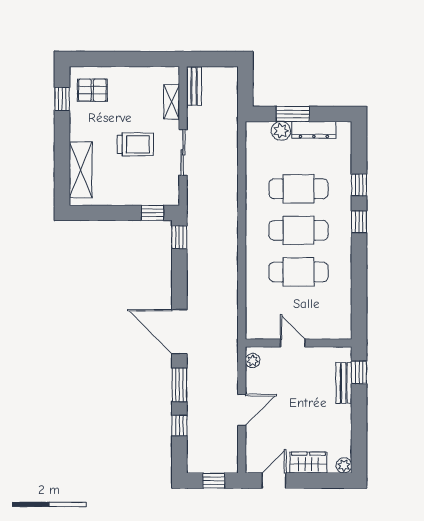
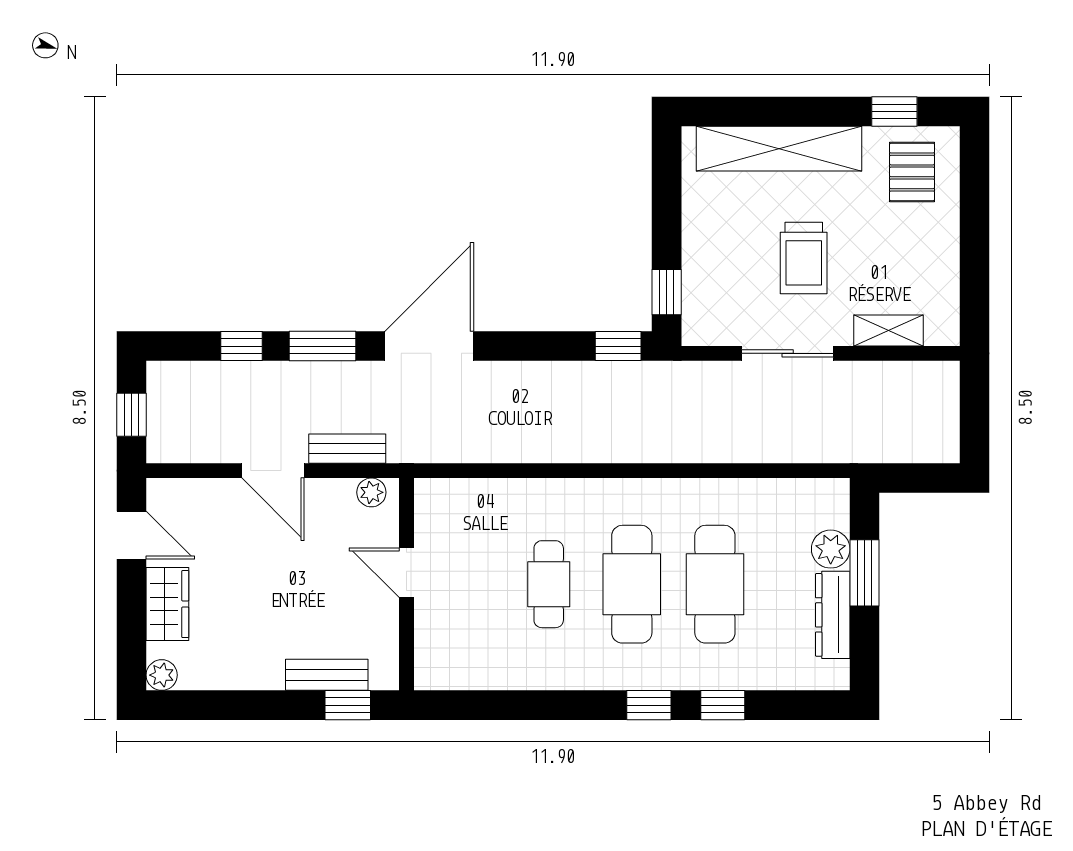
bench: (194, 86) -> (347, 449), moved
shelving: (81, 170) -> (779, 149), width x1.47
cafe table: (298, 272) -> (549, 584), width x0.73, depth x0.74
door: (293, 343) -> (406, 573), swing flipped

